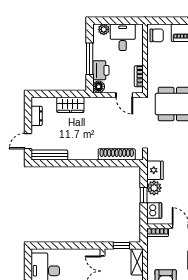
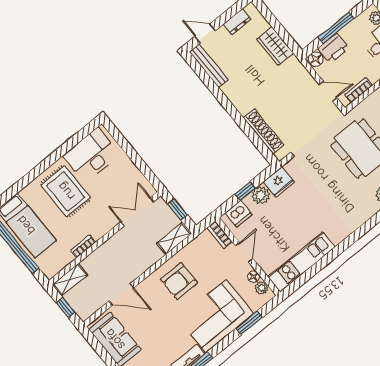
door: (124, 95) -> (328, 91), swing flipped

